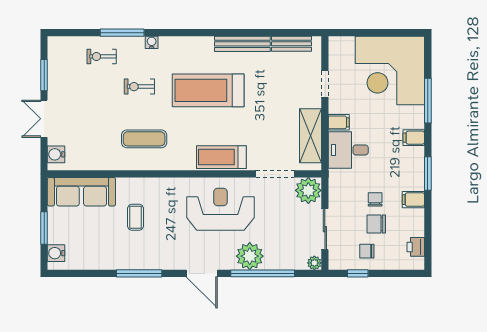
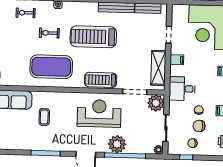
exercise mat: (144, 139) -> (51, 67), width x2.00, depth x1.45
desk: (348, 150) -> (182, 89), moved

